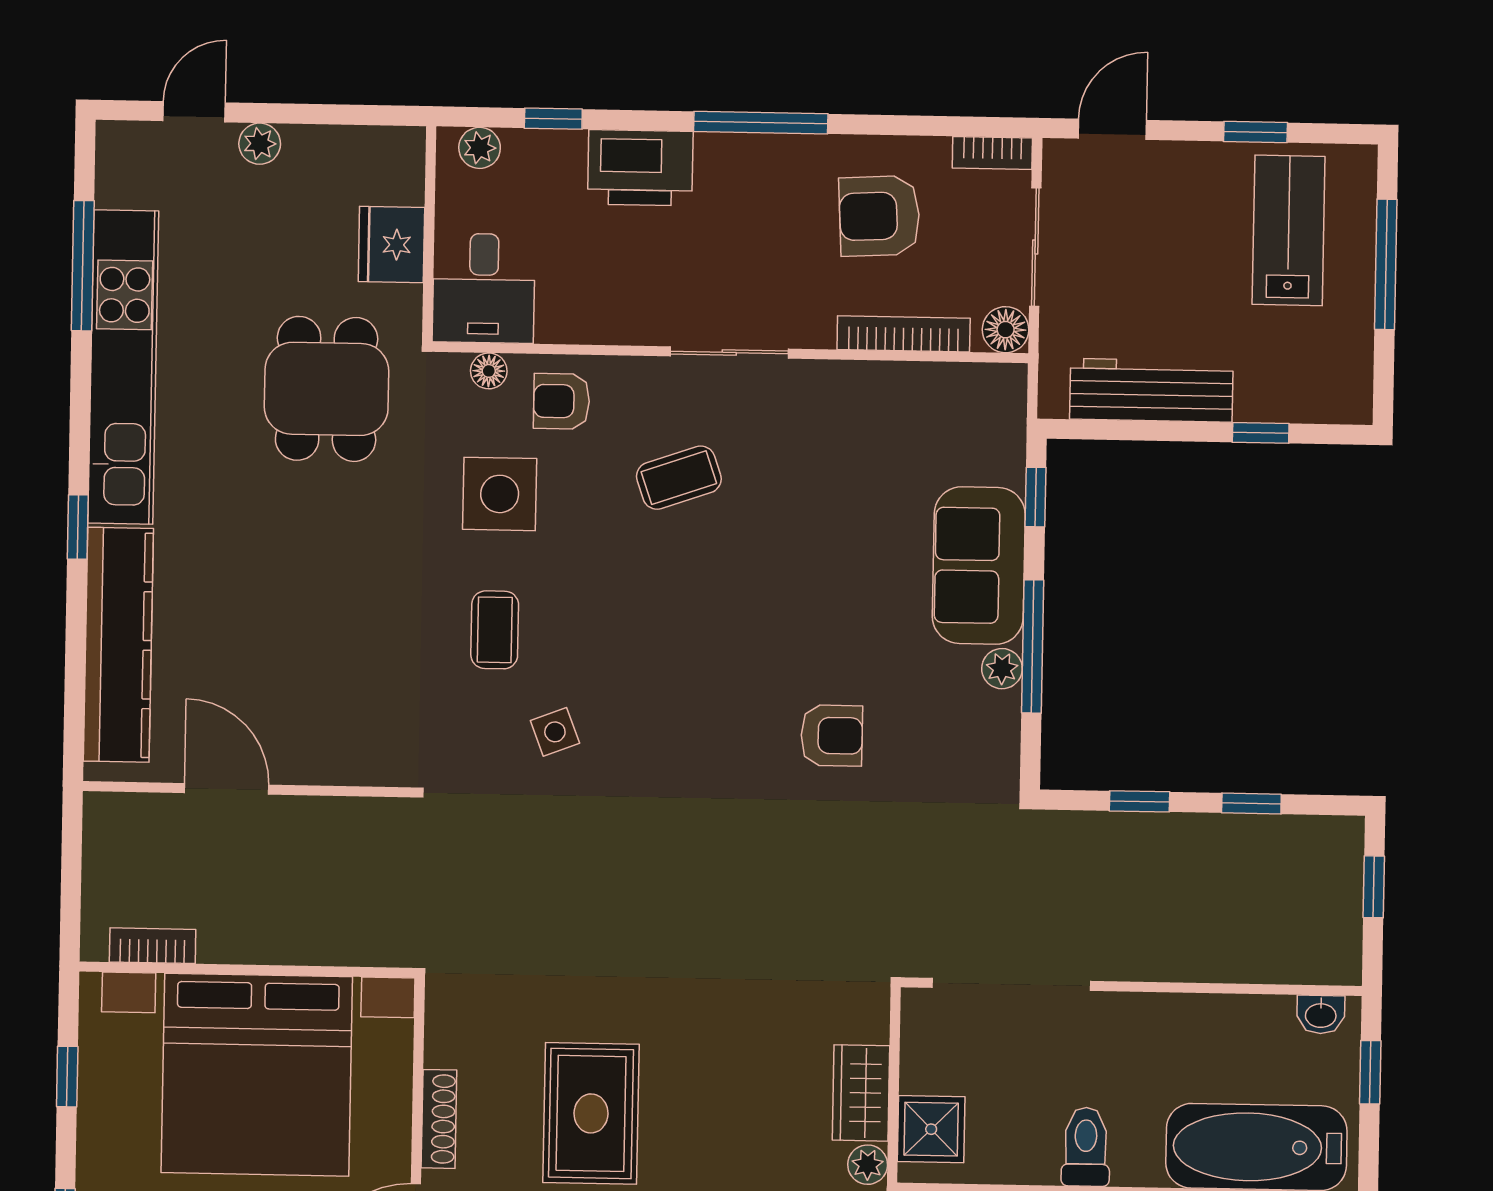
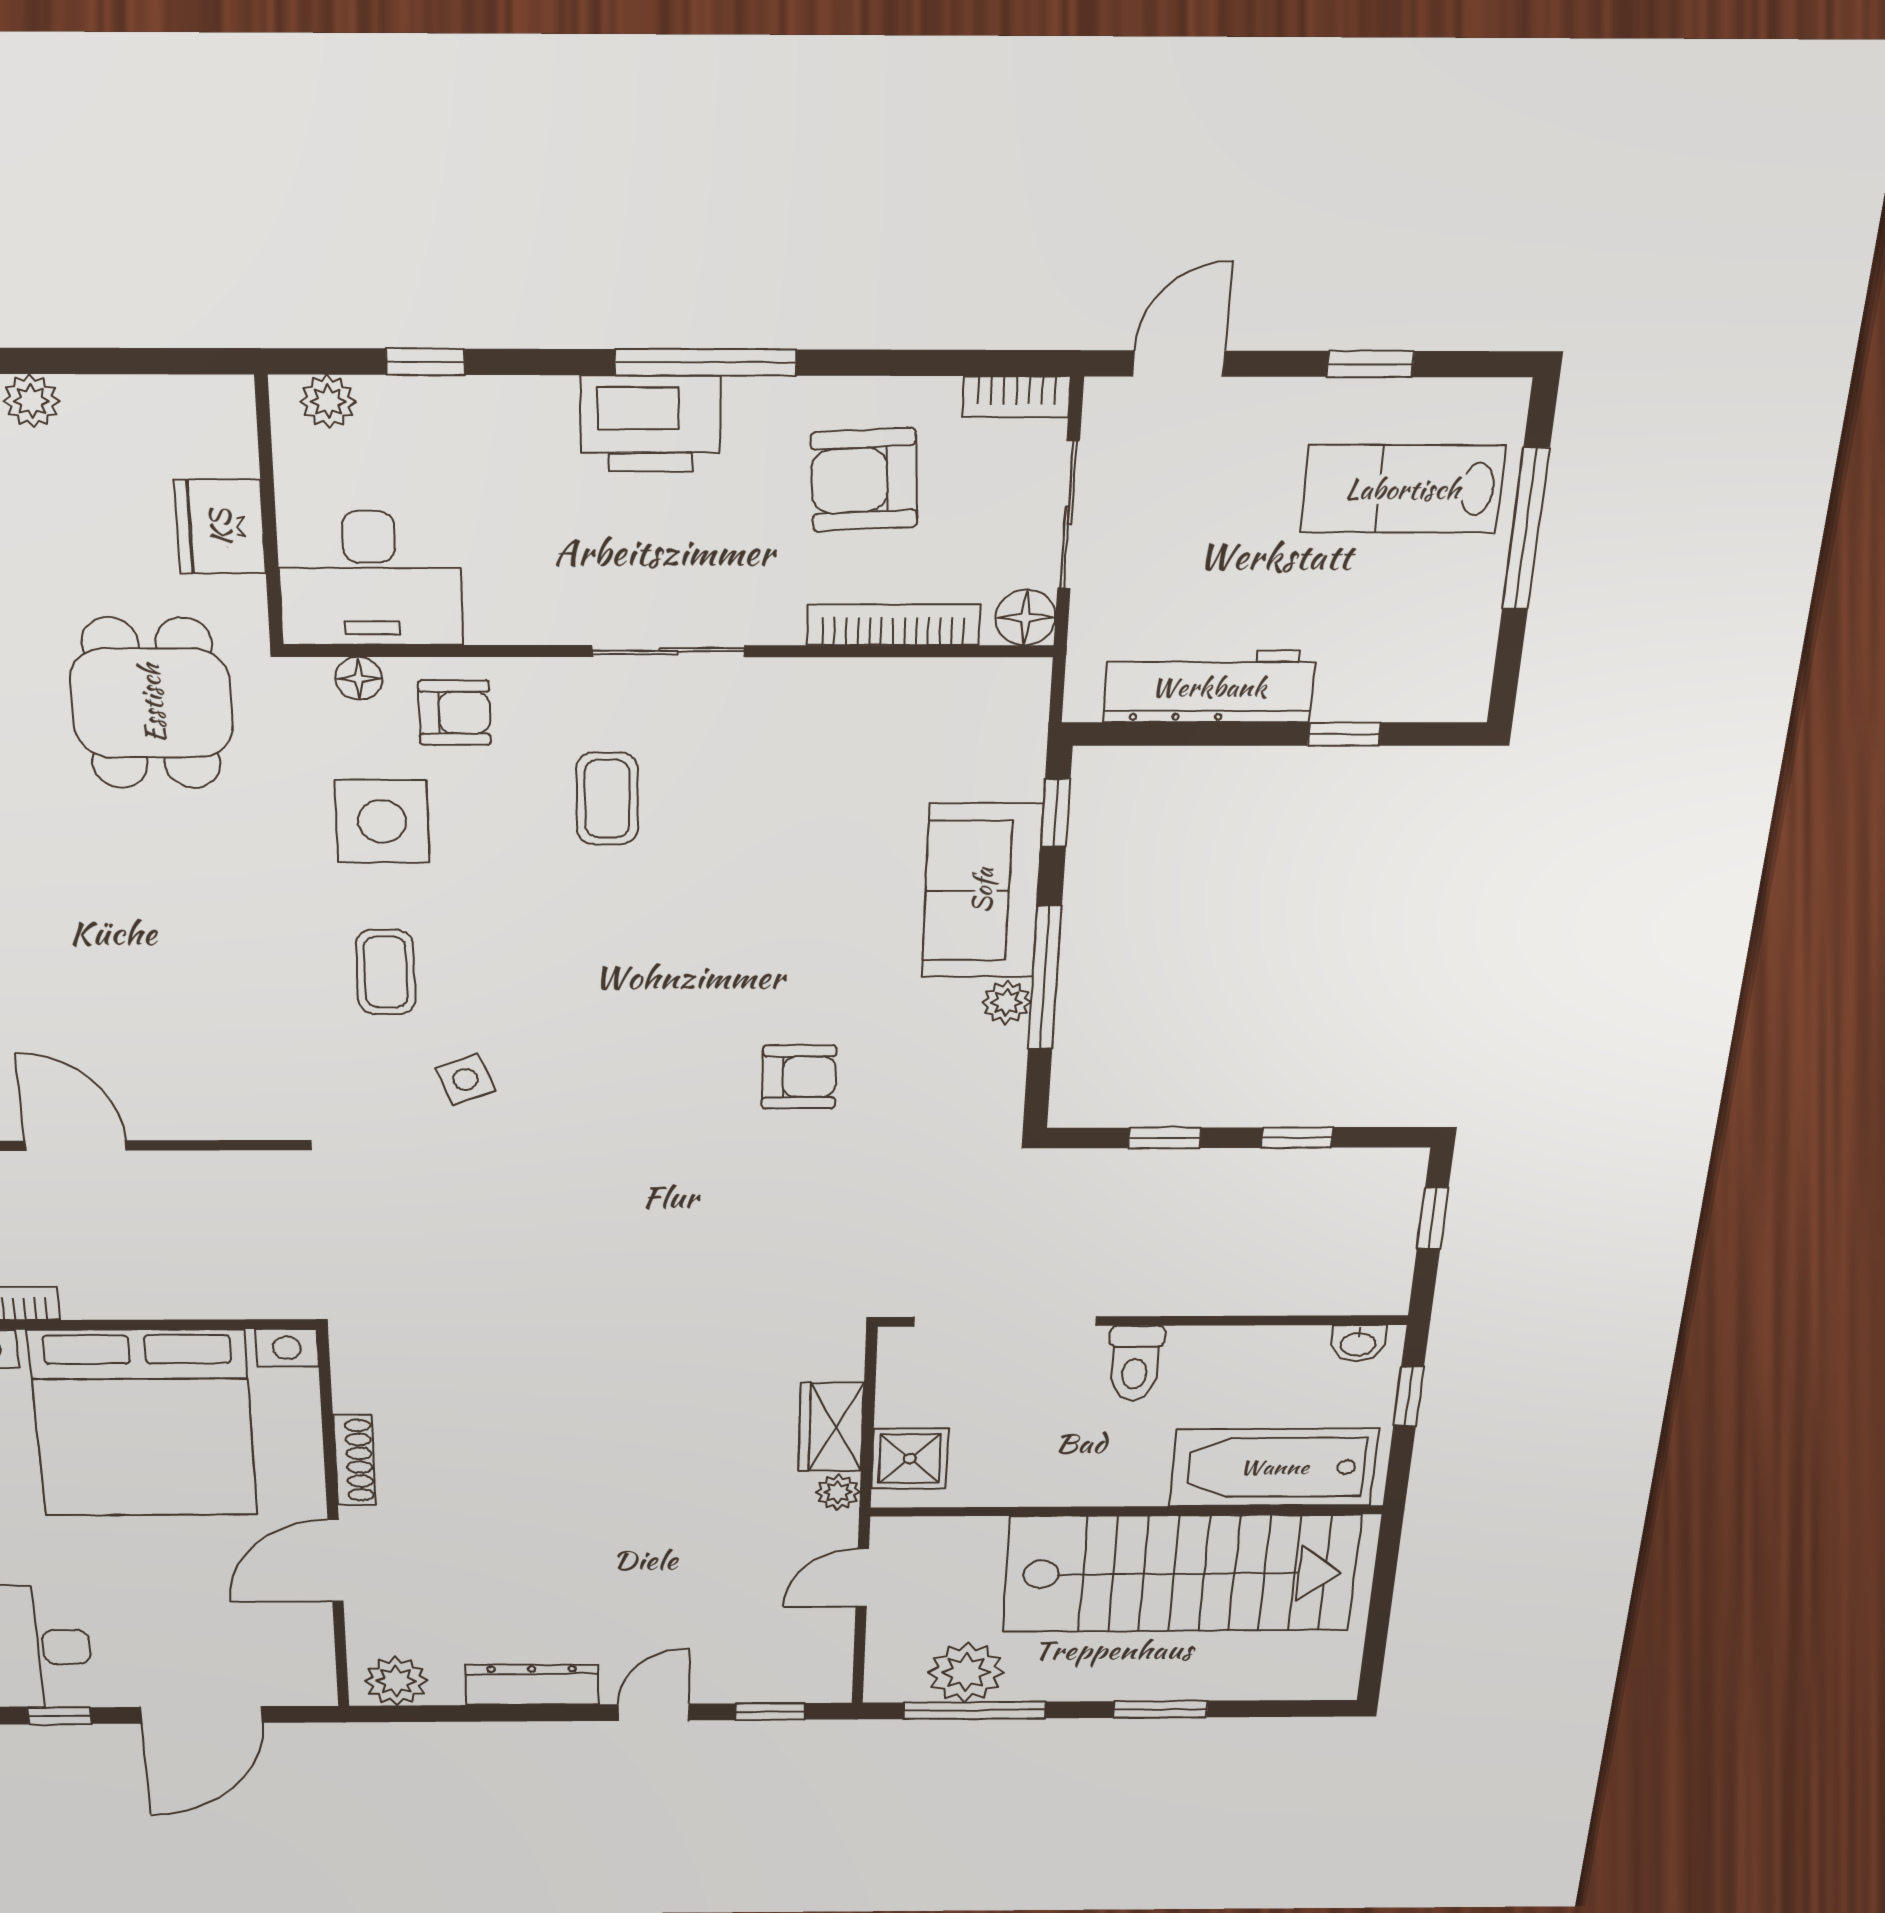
printer: (640, 168) -> (651, 424), moved
lab bench: (1289, 230) -> (1403, 489), turned -90
desk: (484, 288) -> (370, 579), width x1.37
armchair: (562, 401) -> (454, 713), turned 180
coffee table: (679, 478) -> (607, 799), turned -71
rug: (591, 1113) -> (526, 1452), removed
toilet: (1086, 1147) -> (1135, 1363), moved, turned 180

